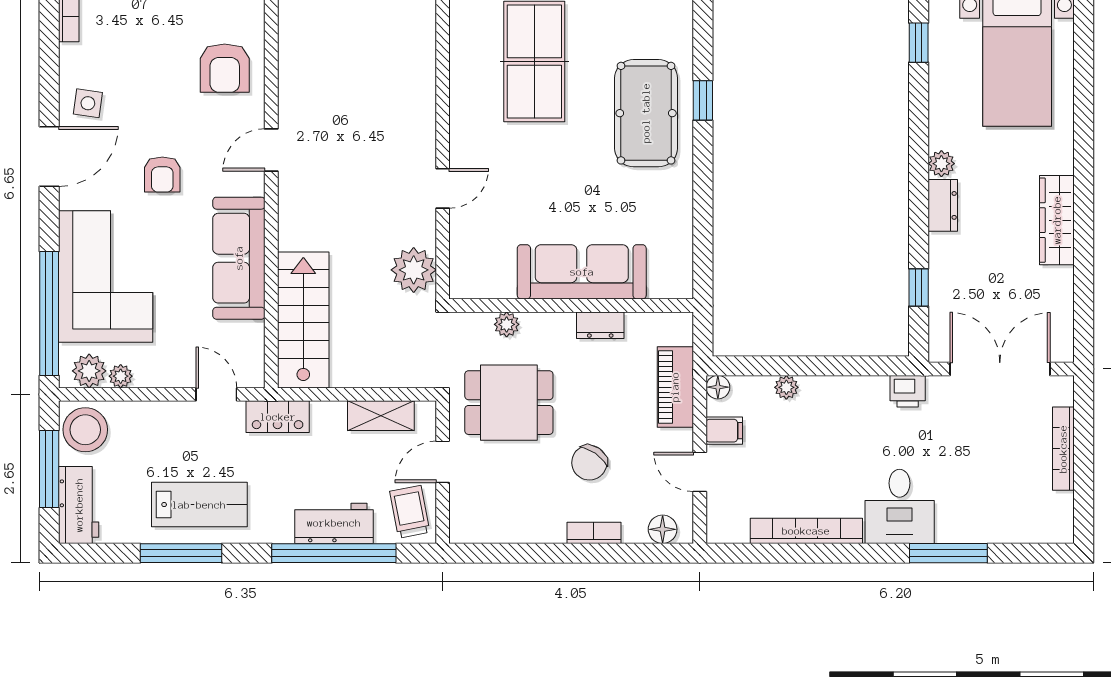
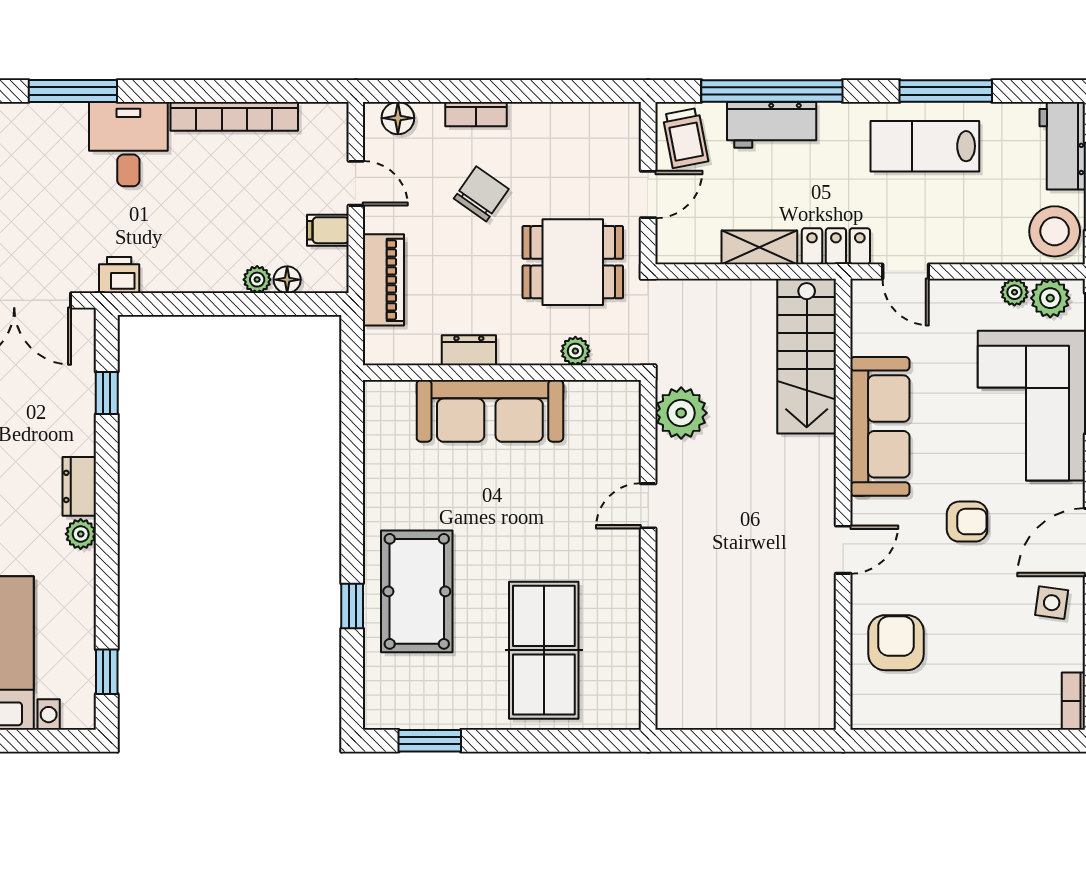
armchair: (162, 175) -> (967, 522), turned 90
floor lamp: (718, 387) -> (287, 280), moved
shelving: (381, 416) -> (759, 247), moved

